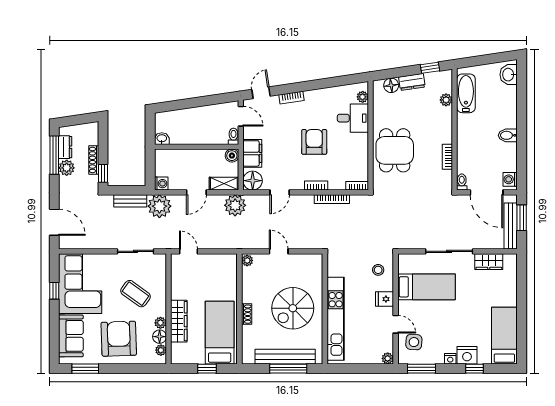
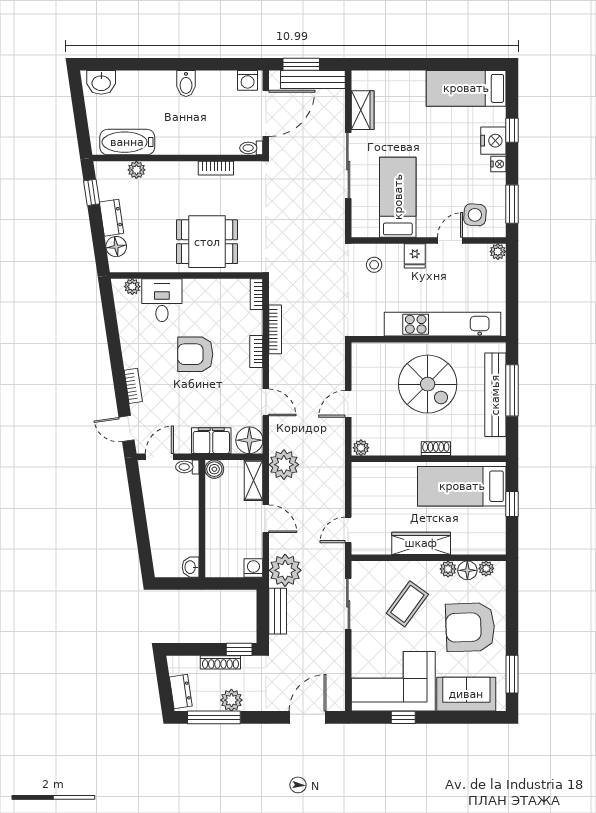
dresser: (65, 147) -> (181, 692), moved, turned 82
wardrobe: (179, 321) -> (421, 543), moved

